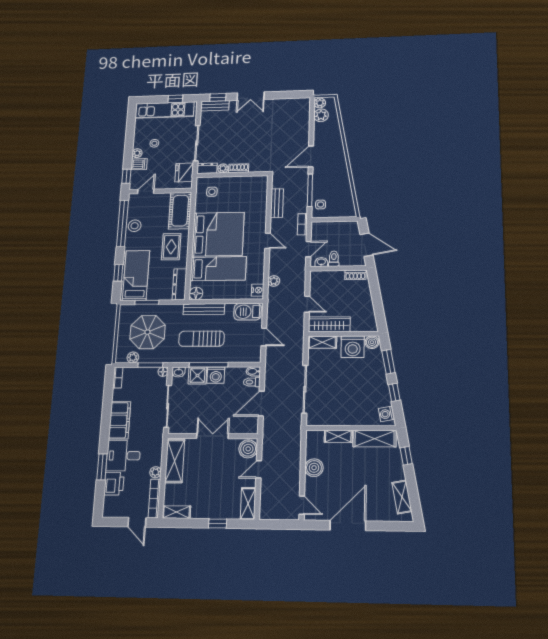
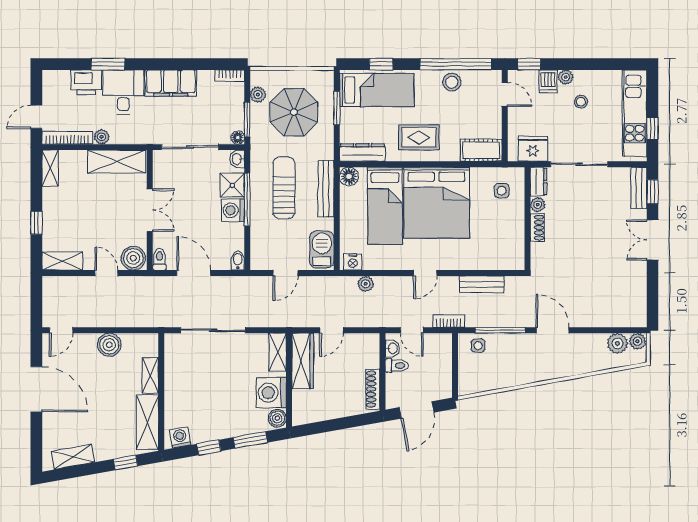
cot: (180, 211) -> (481, 150), width x0.73, depth x0.75
shoe rack: (355, 275) -> (373, 389), width x1.43
toilet: (252, 382) -> (159, 259), moved

